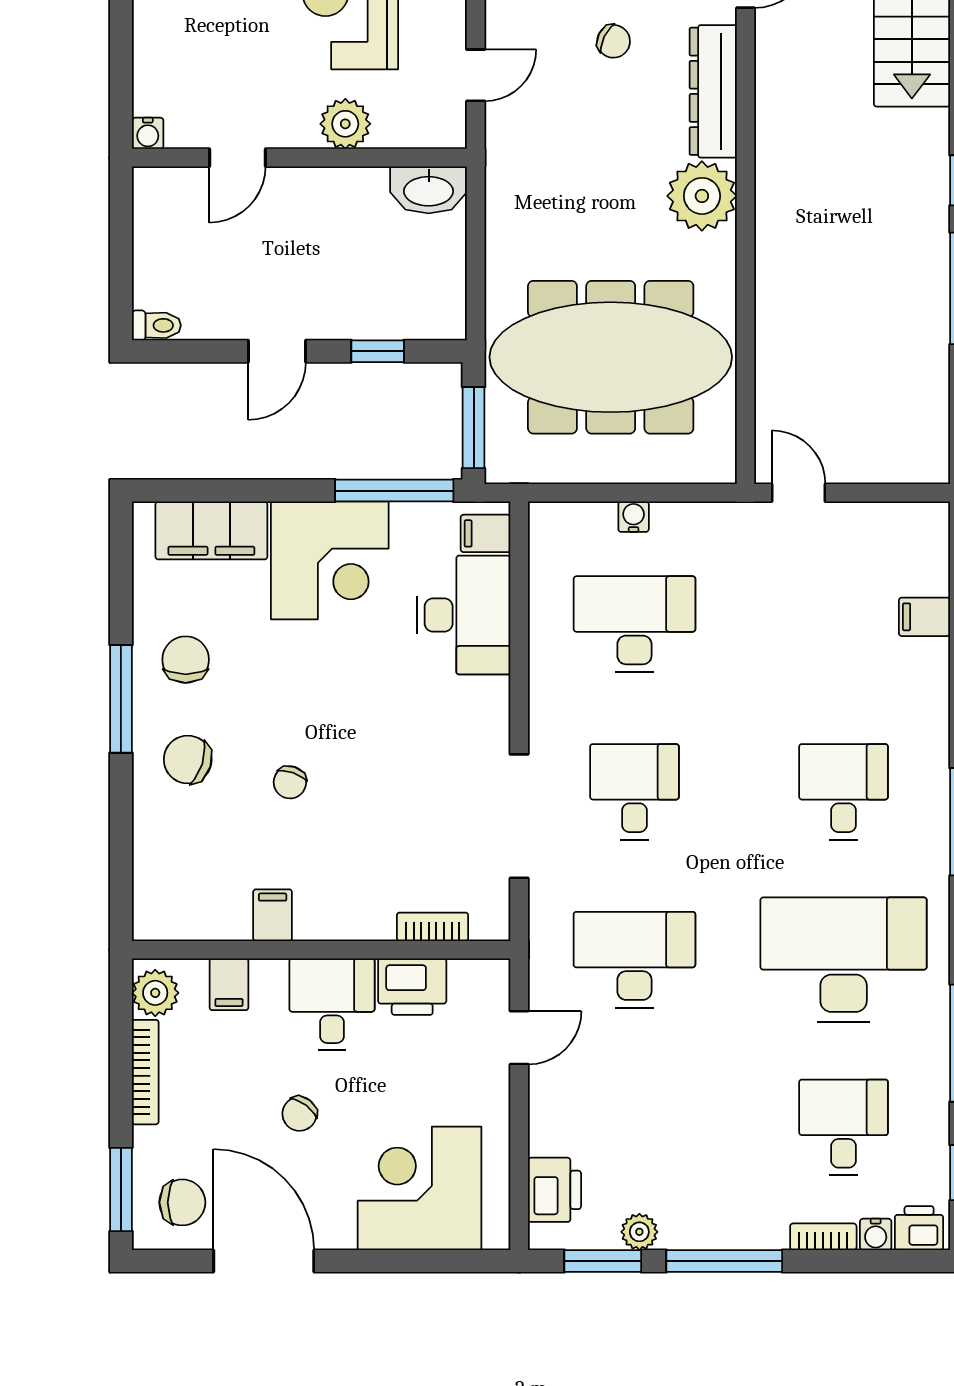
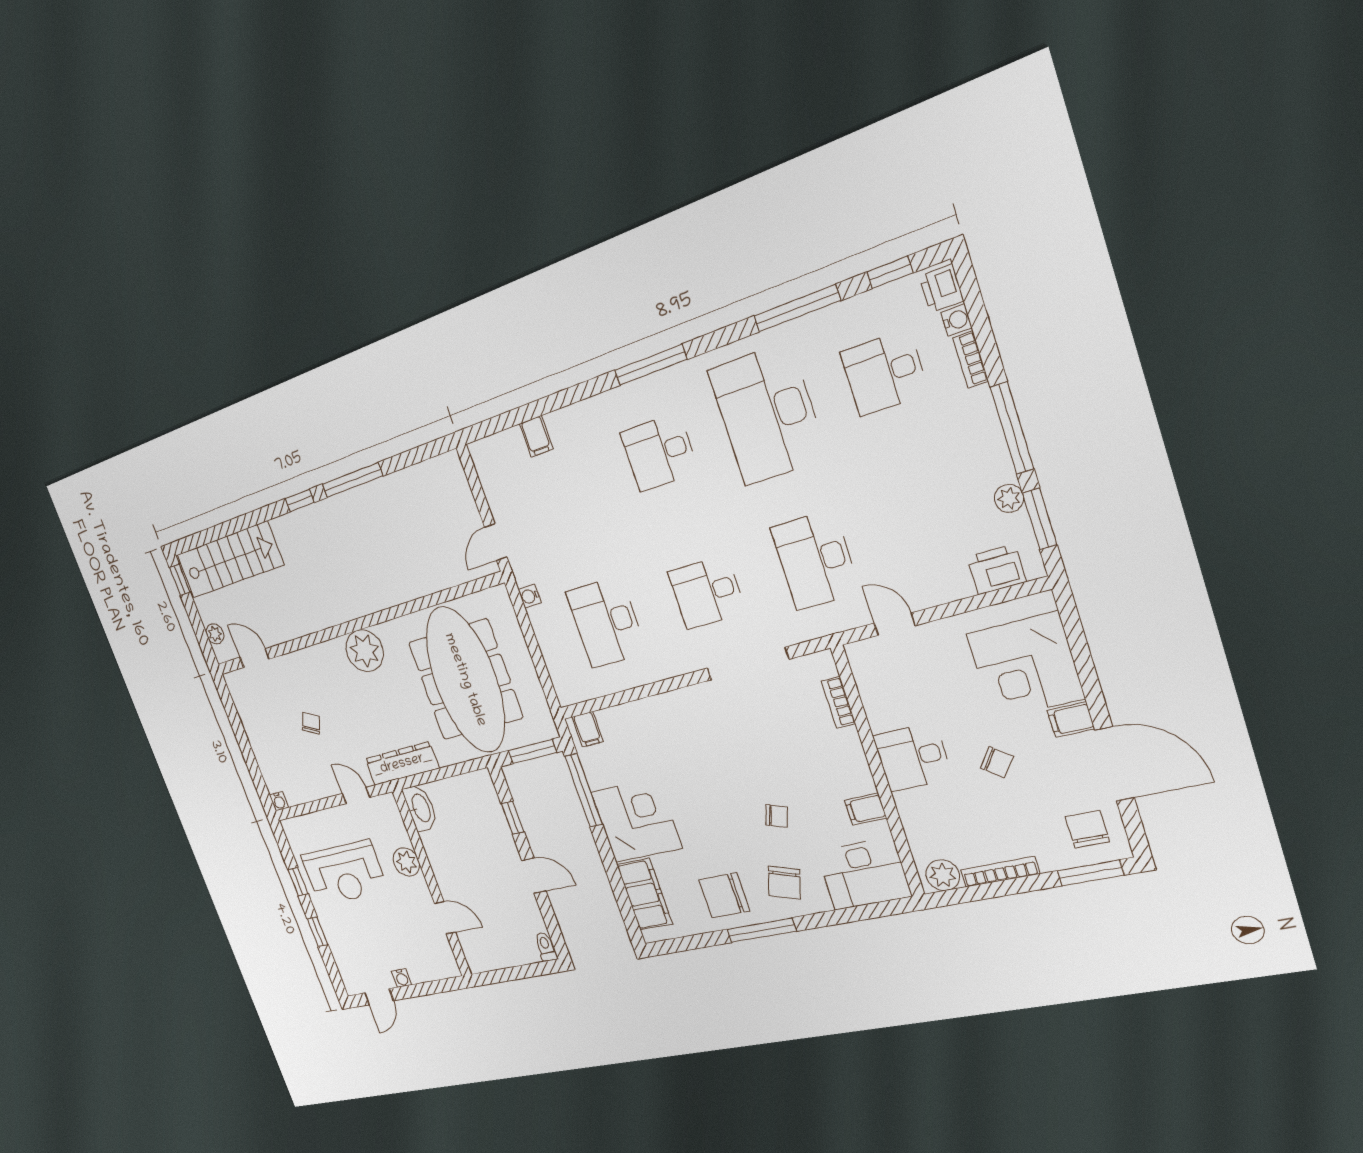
dresser: (713, 91) -> (402, 764), moved, turned 180
water cooler: (148, 133) -> (402, 978), moved, turned 90
water cooler: (634, 517) -> (530, 596), moved
desk: (464, 615) -> (864, 874), moved, turned 180
chair: (186, 660) -> (724, 895), width x1.37, depth x1.37
filing cabinet: (229, 984) -> (1071, 720), moved, turned 180
printer: (412, 987) -> (883, 706), removed
door: (264, 1261) -> (1115, 764), swing flipped

